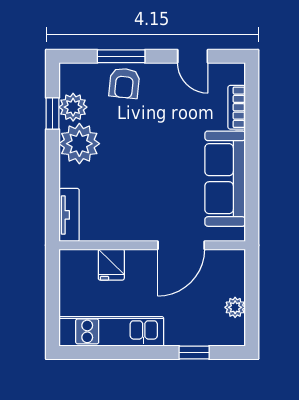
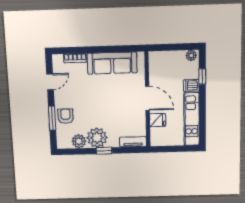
armchair: (124, 83) -> (66, 116), turned -96
window: (53, 114) -> (104, 151), moved
door: (181, 245) -> (147, 98), moved
plant: (235, 307) -> (191, 55), moved
dishwasher: (177, 331) -> (191, 85), added

